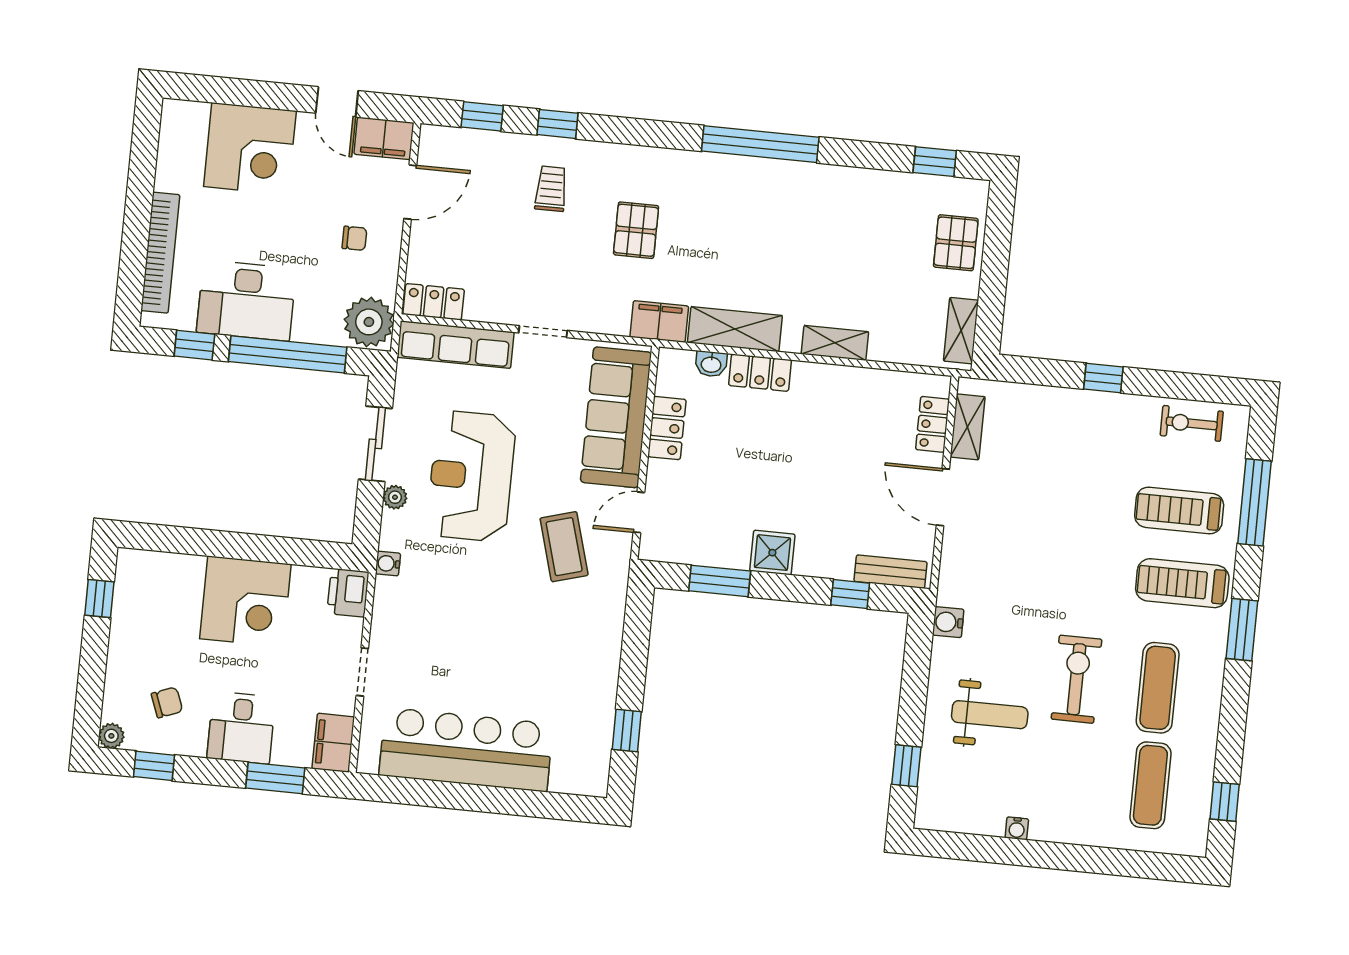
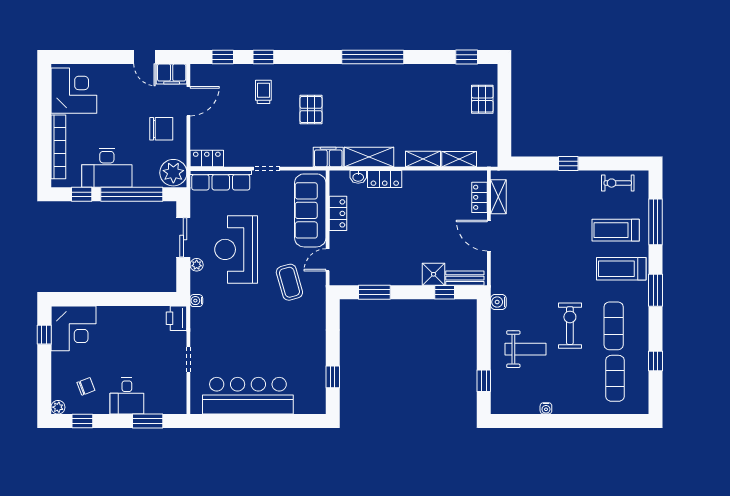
corner desk: (250, 149) -> (74, 91), moved, turned -90
chair: (354, 238) -> (161, 129), width x1.87, depth x1.87
shelving: (961, 331) -> (459, 159), moved, turned 90
shower: (772, 553) -> (434, 274), moved
corner desk: (245, 601) -> (74, 328), moved
filing cabinet: (333, 743) -> (177, 399), removed
window: (1225, 802) -> (655, 361), moved

